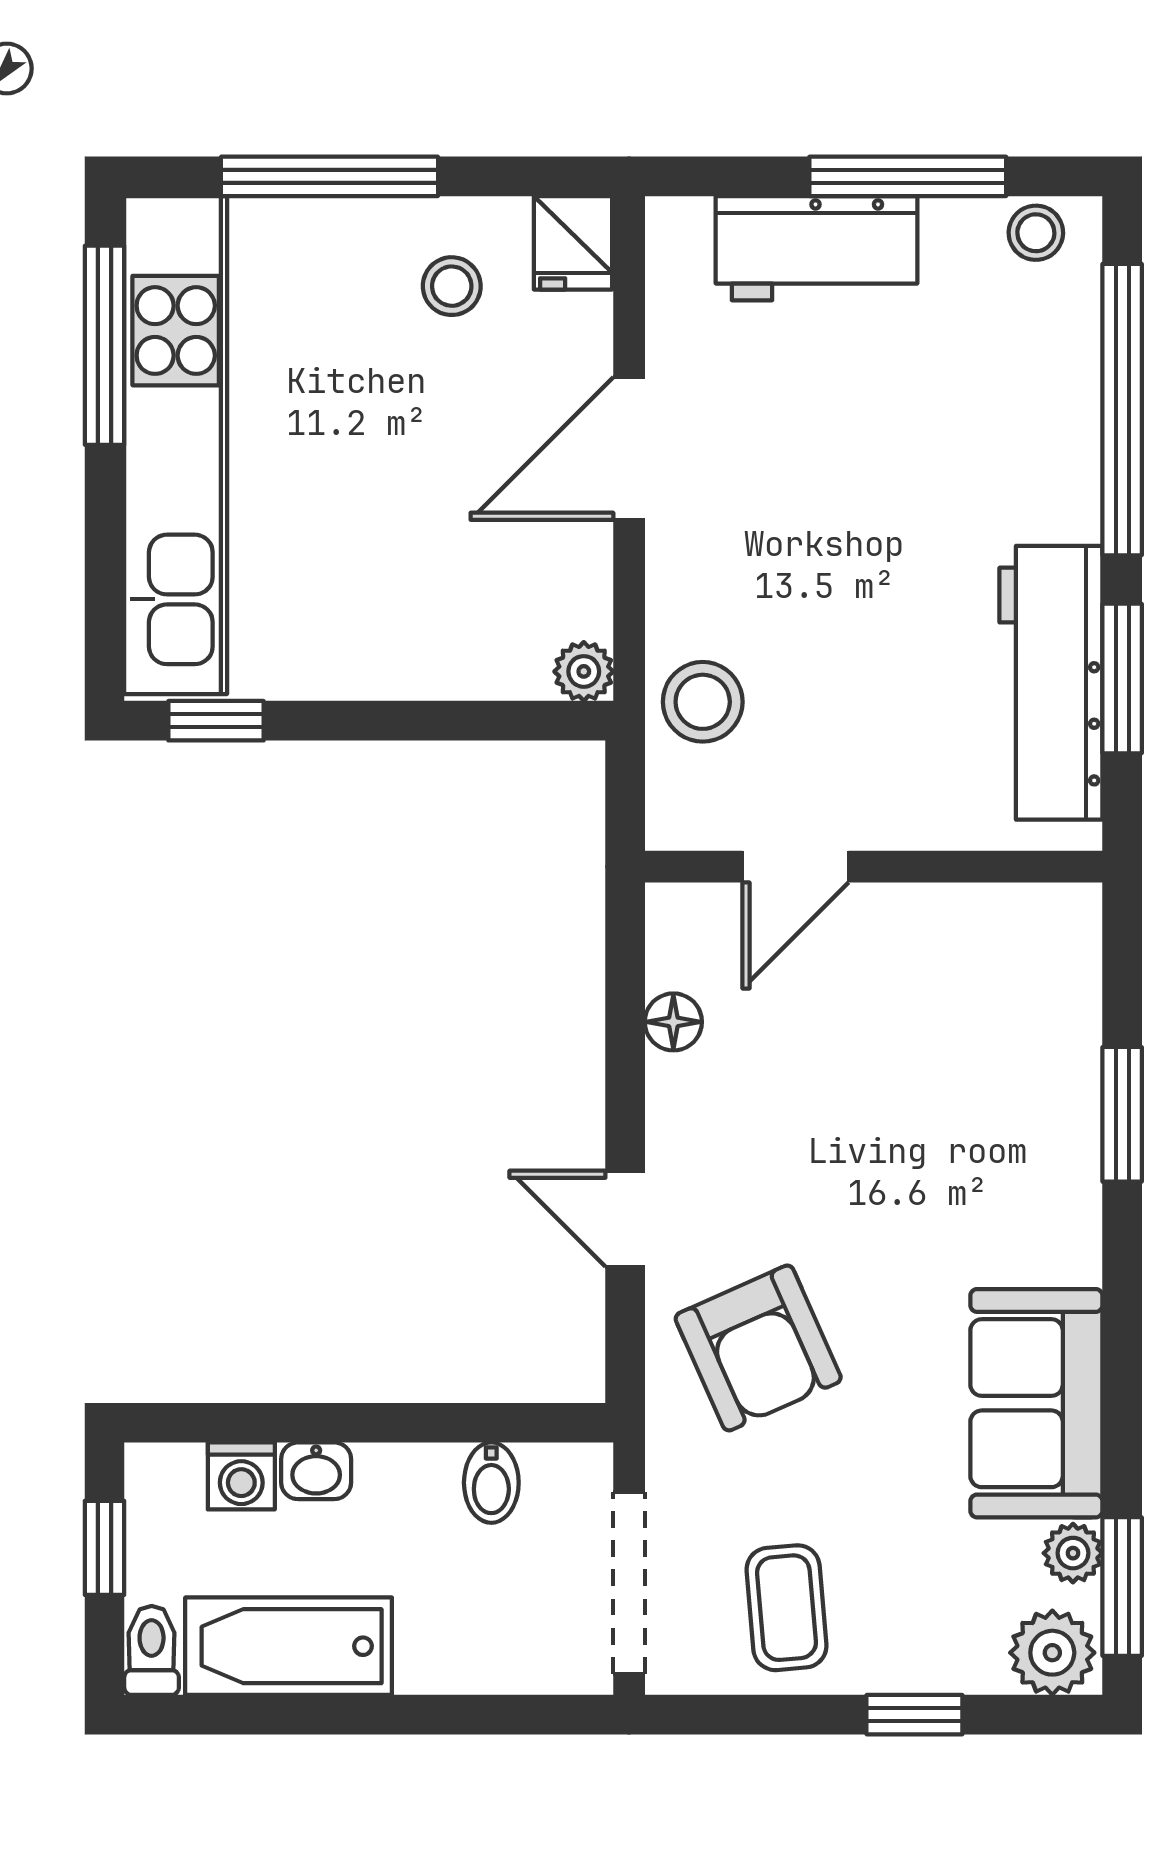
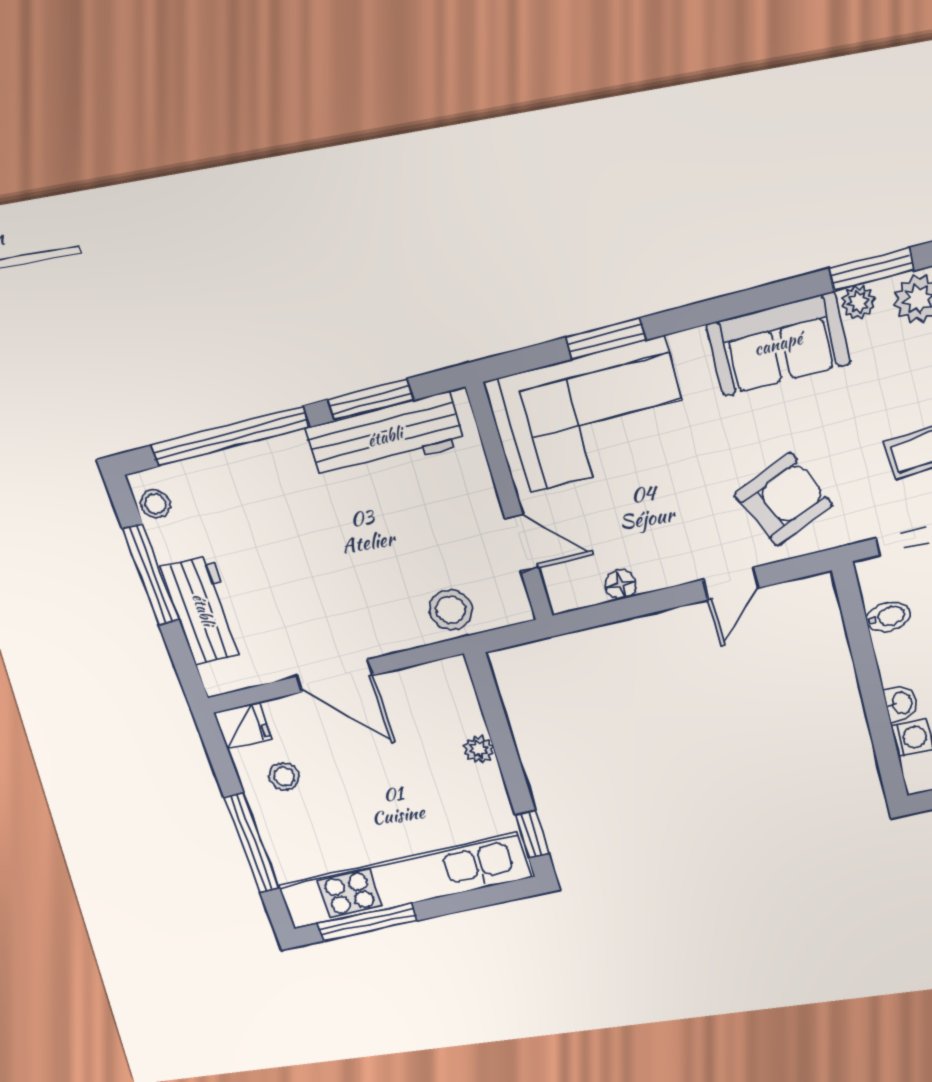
plant: (584, 671) -> (479, 749), moved
corner sofa: (994, 1063) -> (597, 415), added

